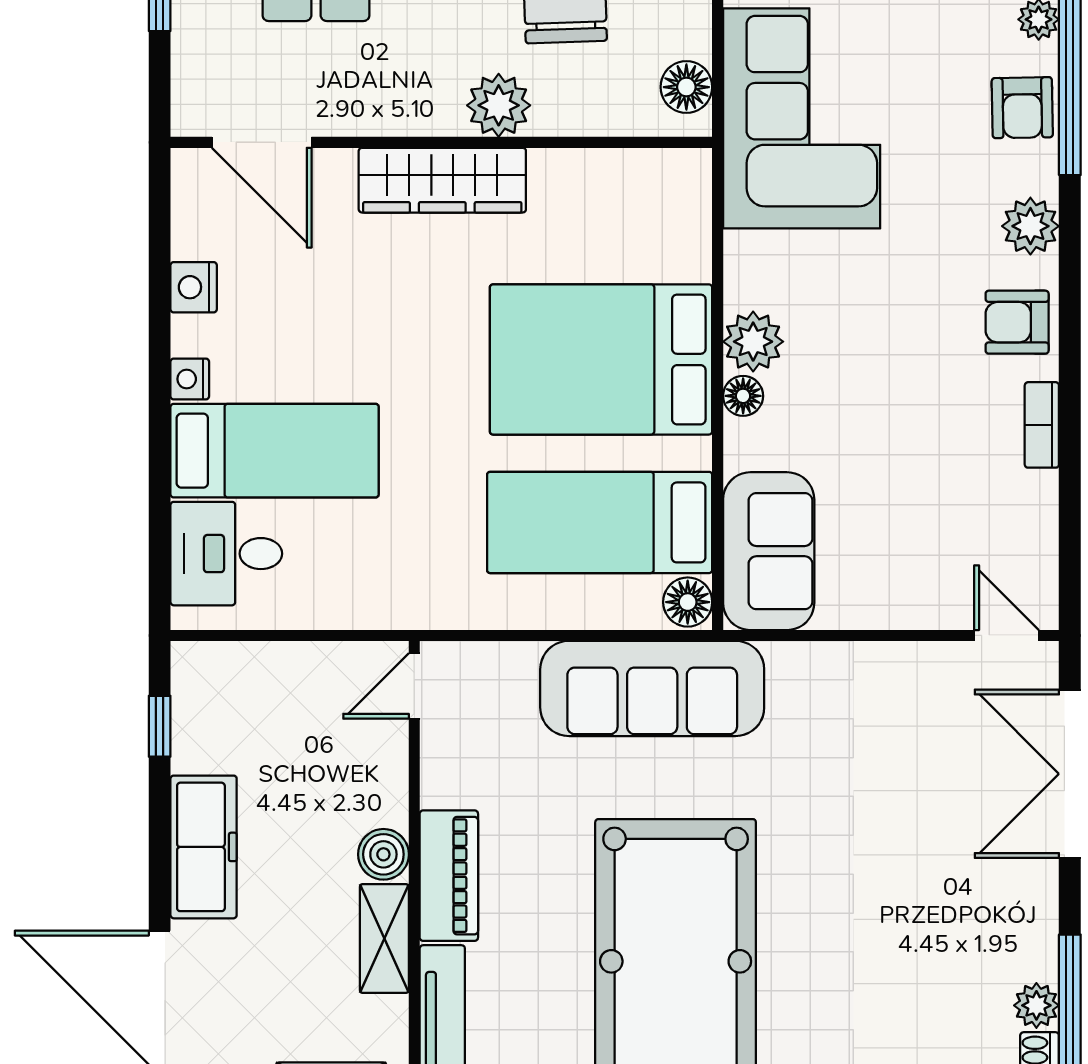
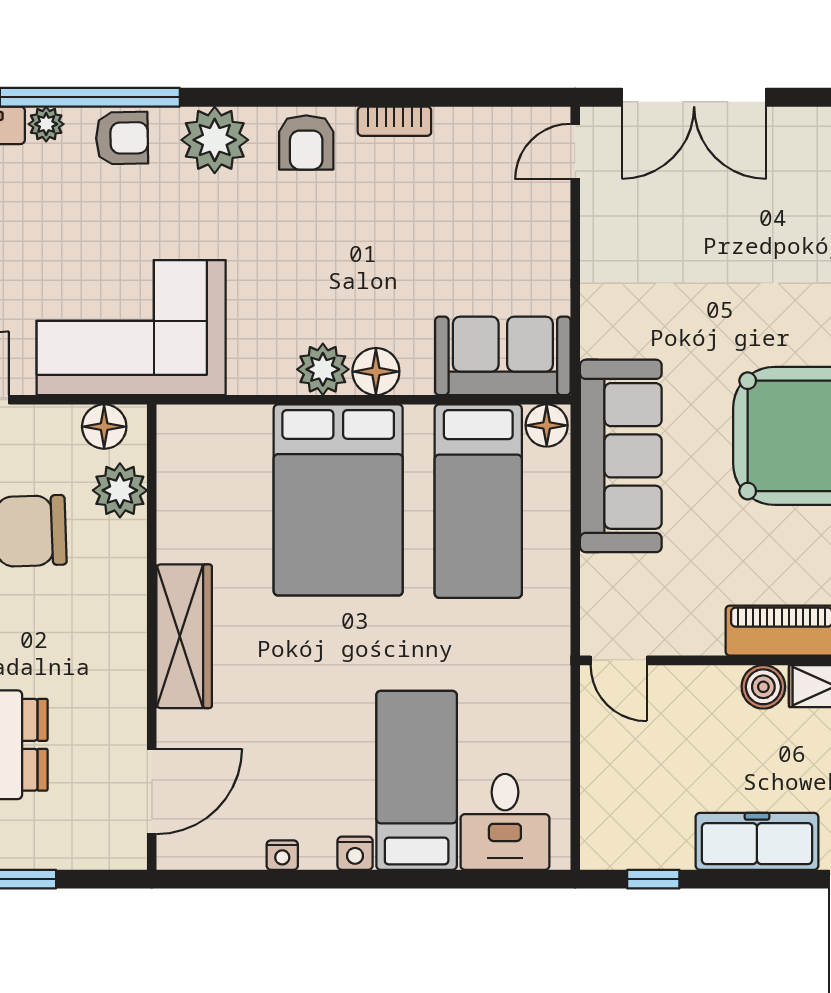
plant: (499, 105) -> (120, 490), moved
plant: (1030, 226) -> (215, 140), width x1.36, depth x1.36
nightstand: (194, 287) -> (282, 855), width x0.72, depth x0.74
floor lamp: (743, 396) -> (376, 372), width x1.37, depth x1.37

